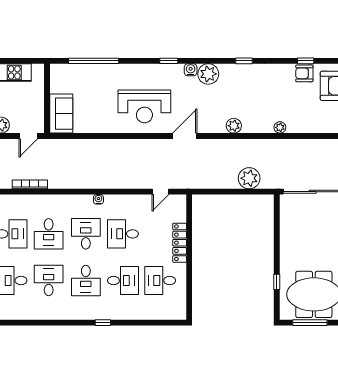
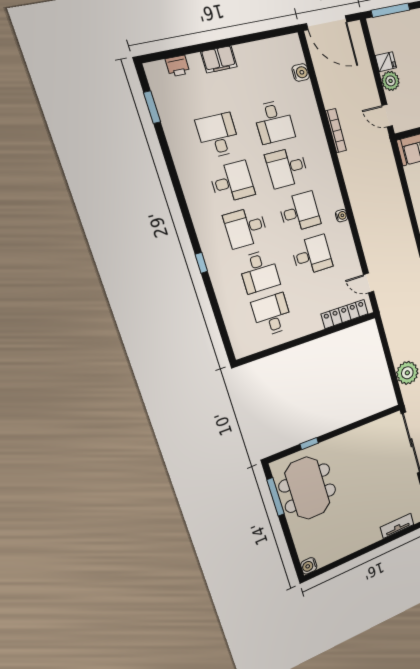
desk: (123, 234) -> (312, 255), turned 90
locker: (180, 243) -> (345, 314), moved

